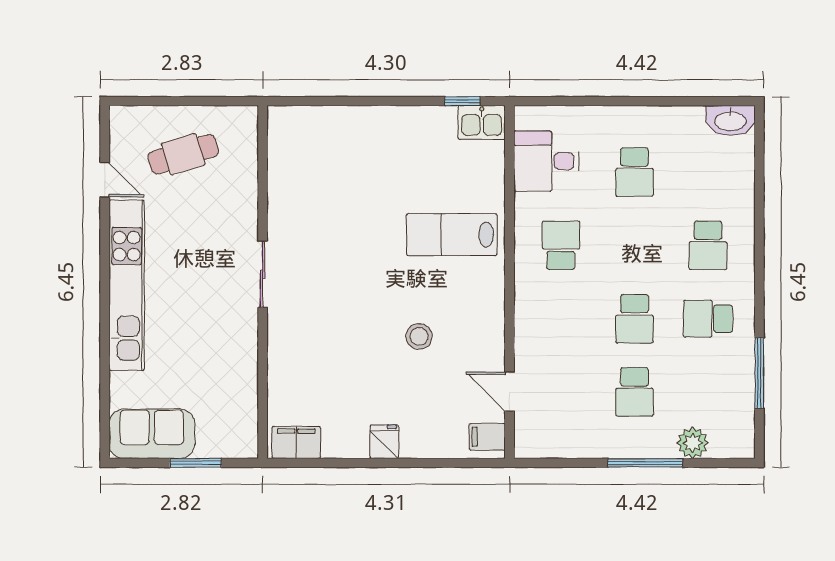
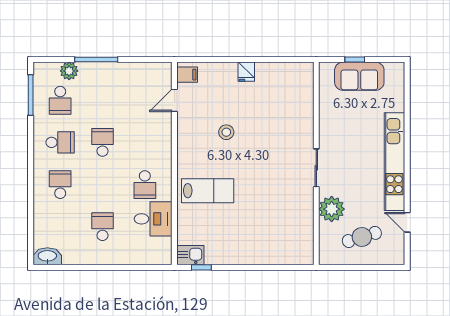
desk: (546, 161) -> (153, 219), moved
plant: (236, 203) -> (332, 209), added
window: (759, 373) -> (31, 95), moved
door: (510, 392) -> (174, 100), swing flipped
school desk: (634, 392) -> (60, 100), moved, turned 180
sofa: (152, 434) -> (359, 76), moved
filing cabinet: (296, 442) -> (297, 71), removed
window: (196, 463) -> (355, 59), width x0.67

